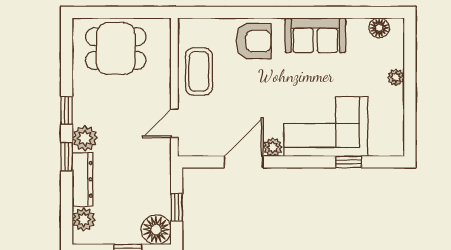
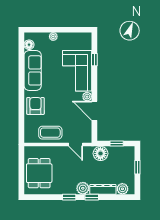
sofa: (315, 35) -> (33, 70), width x1.36
floor lamp: (156, 230) -> (100, 153), moved

